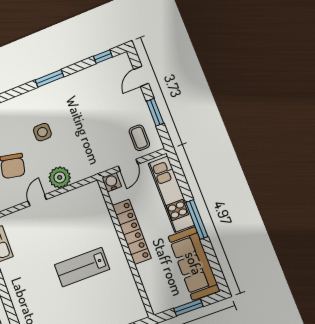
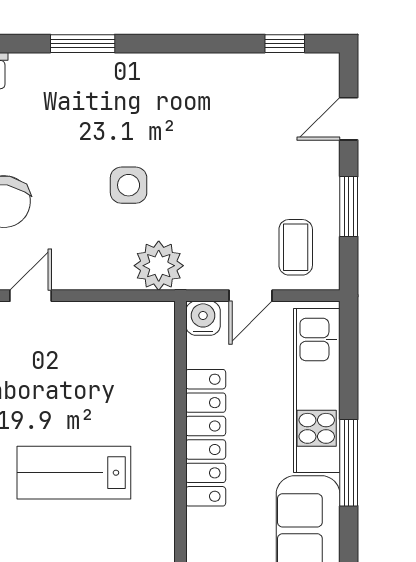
window: (49, 78) -> (83, 44), moved
side table: (42, 132) -> (129, 185), moved
plant: (60, 177) -> (159, 266), moved

